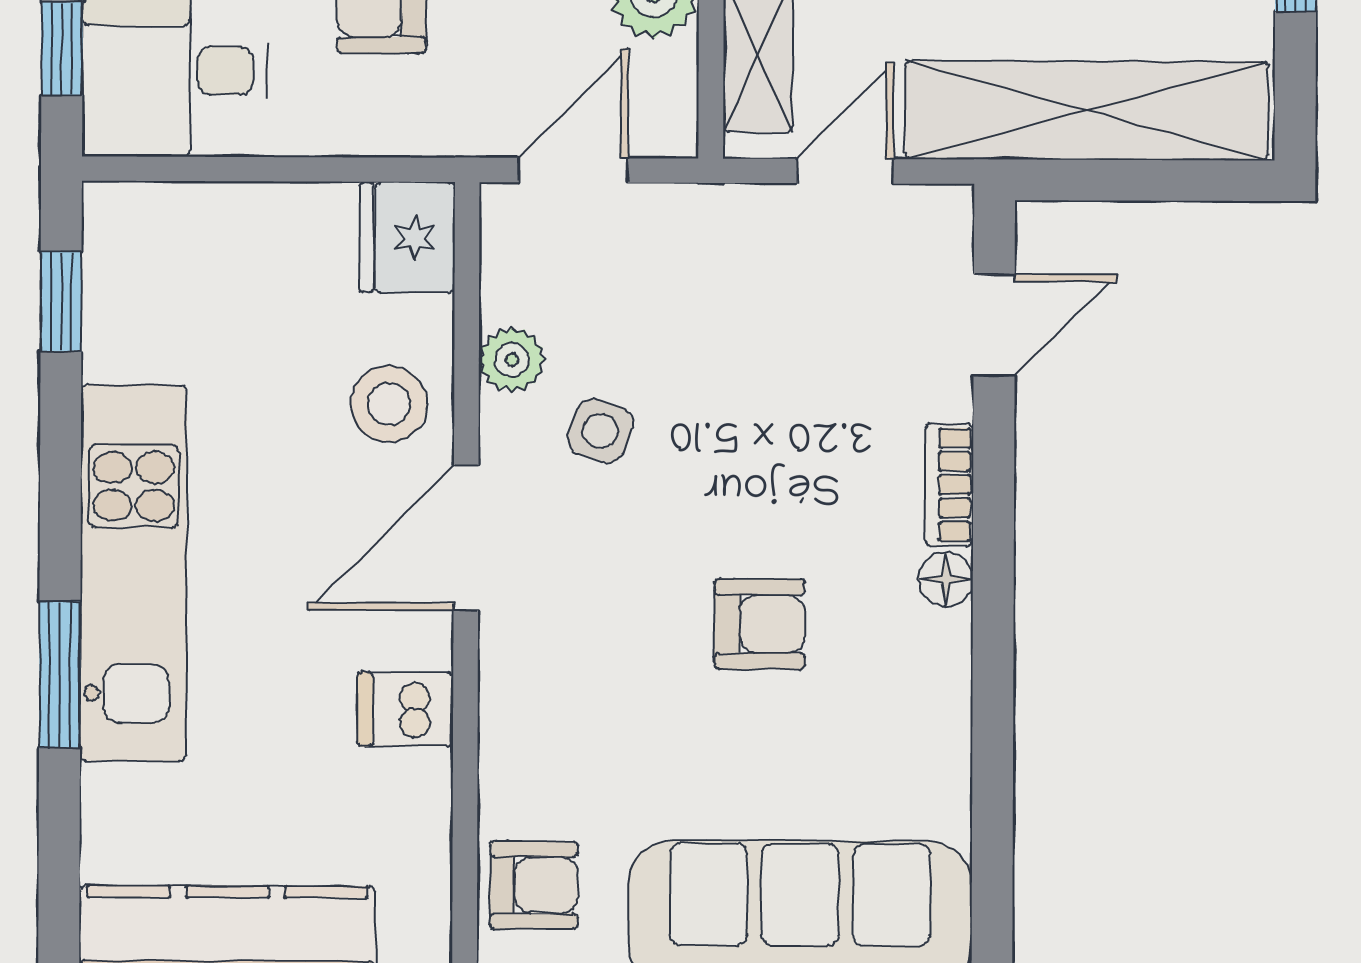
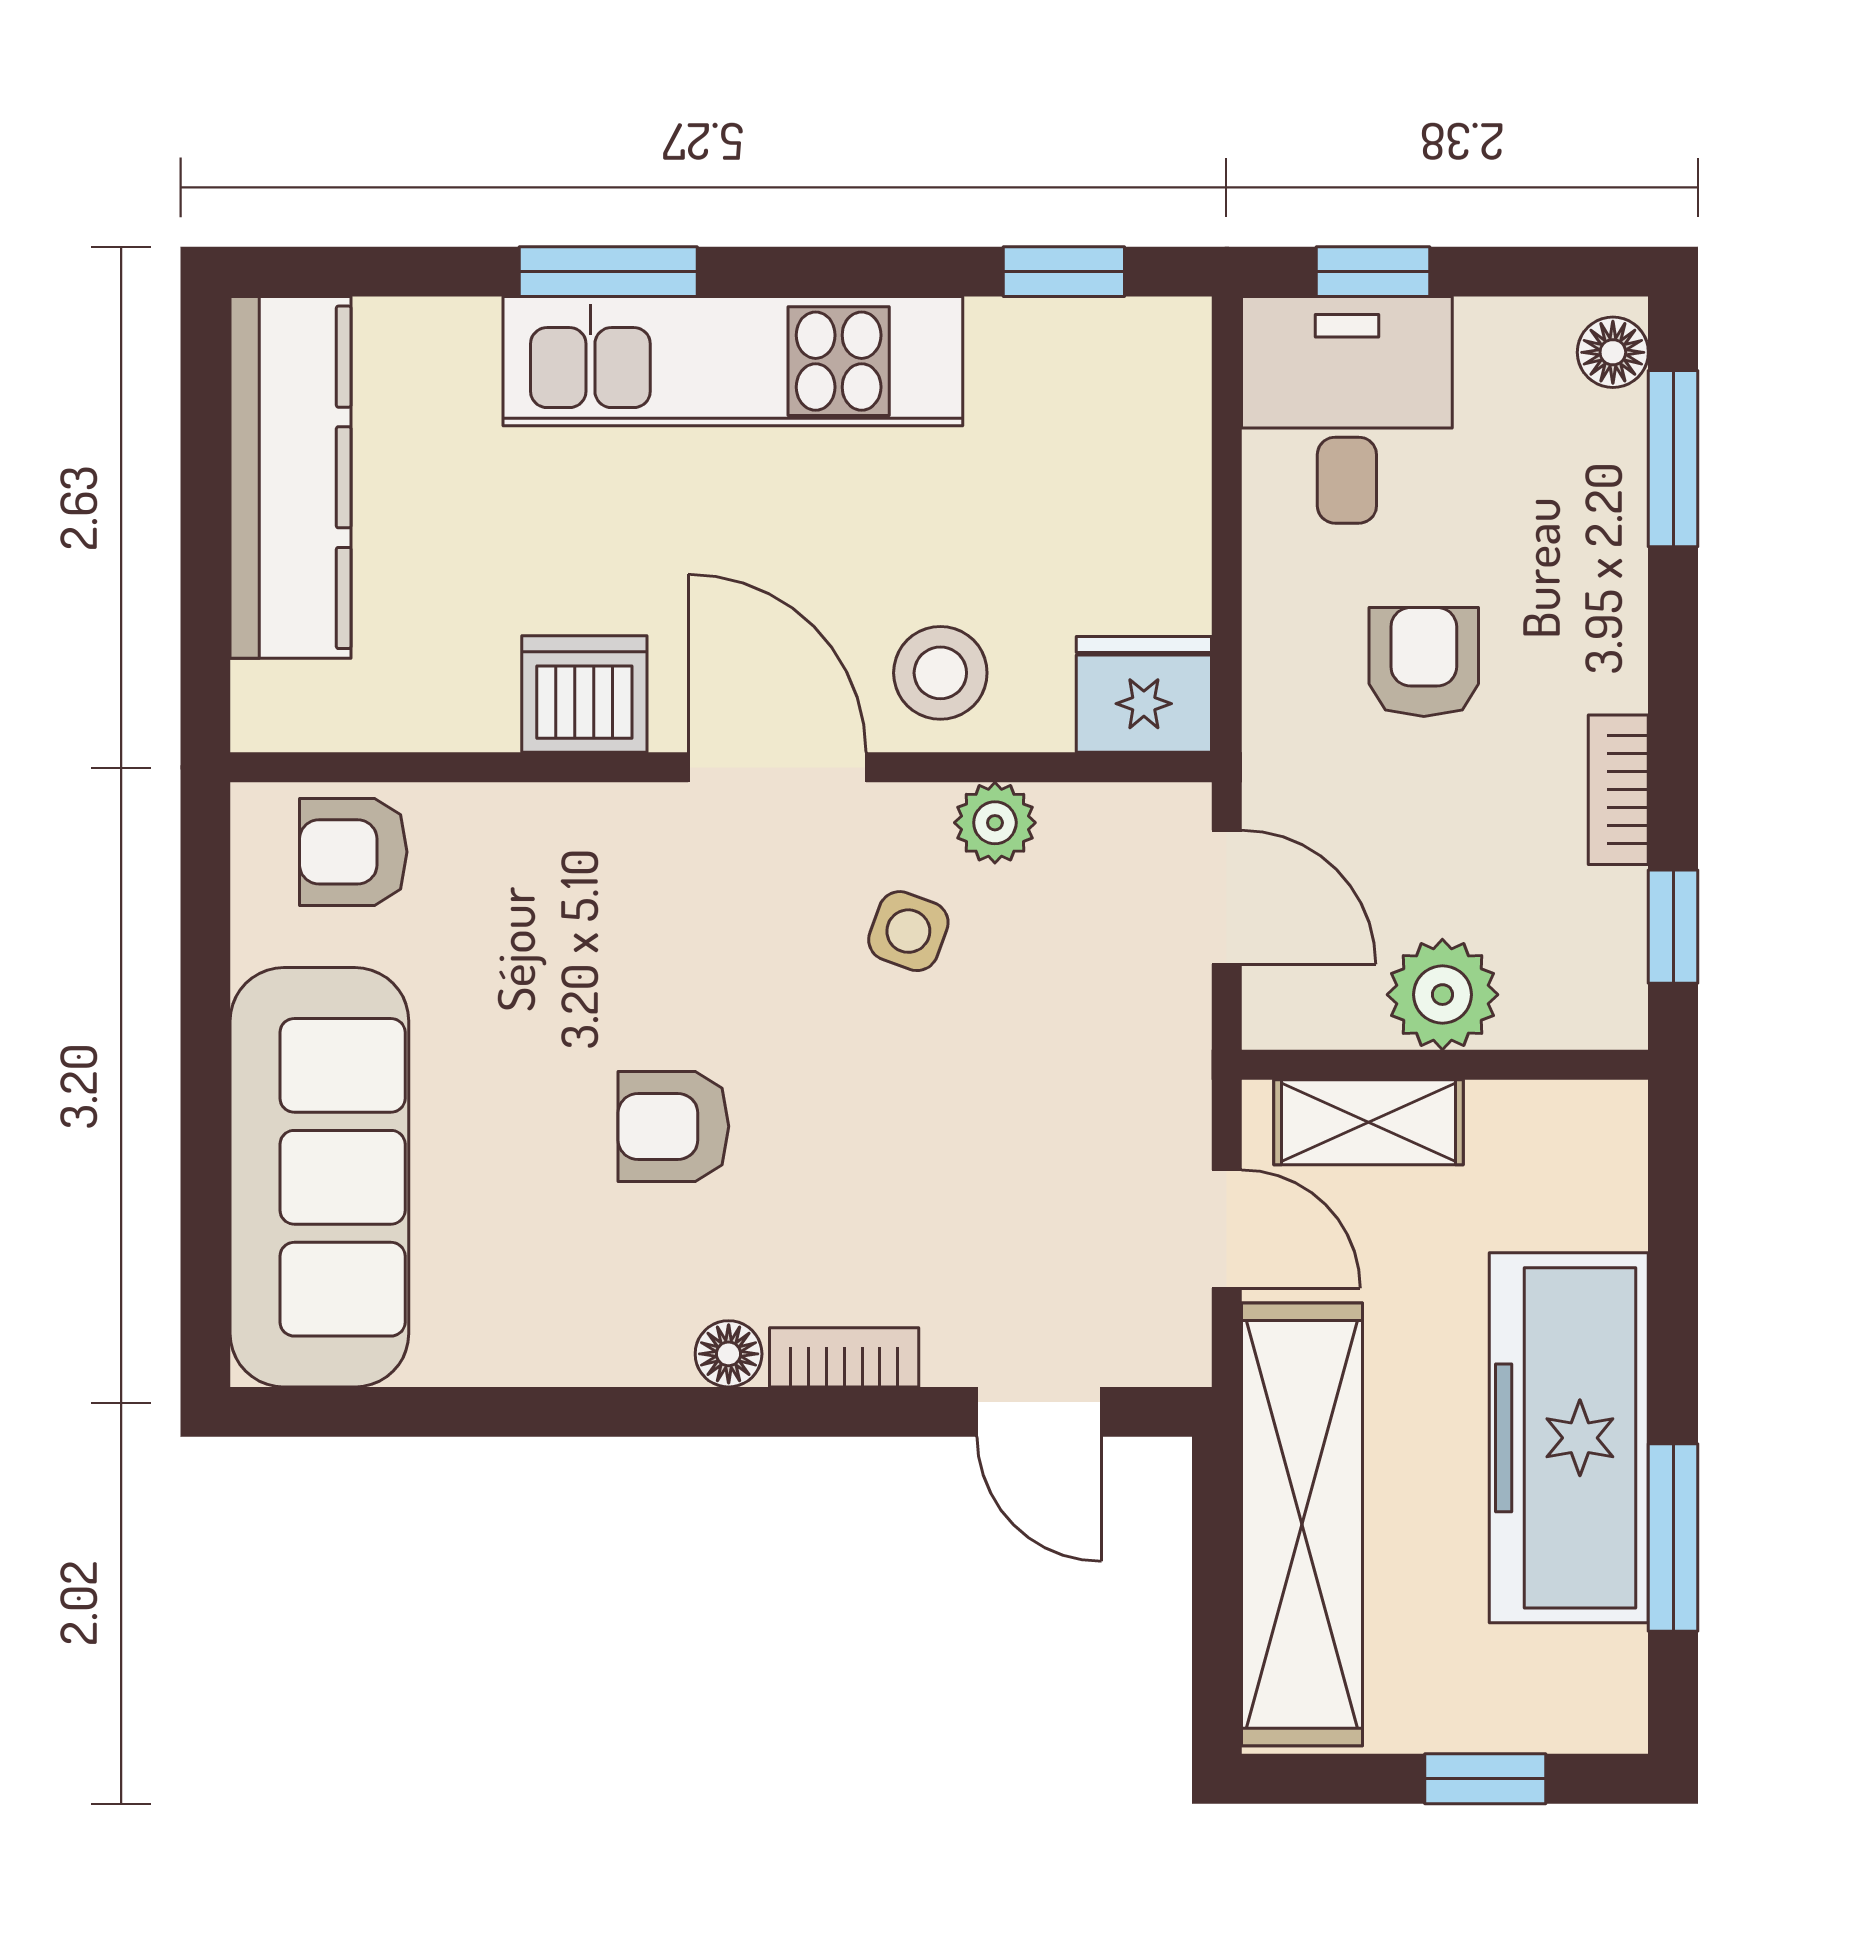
armchair: (760, 624) -> (673, 1126), turned 90
dishwasher: (405, 709) -> (584, 694), width x1.38
armchair: (534, 885) -> (353, 852), turned 90

